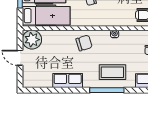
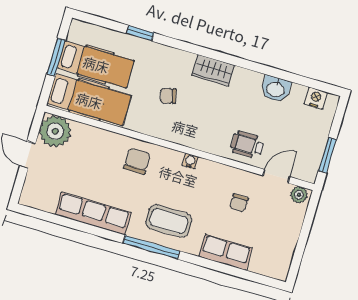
chair: (84, 43) -> (137, 161), turned -73
row of seats: (68, 81) -> (93, 213), width x1.48

